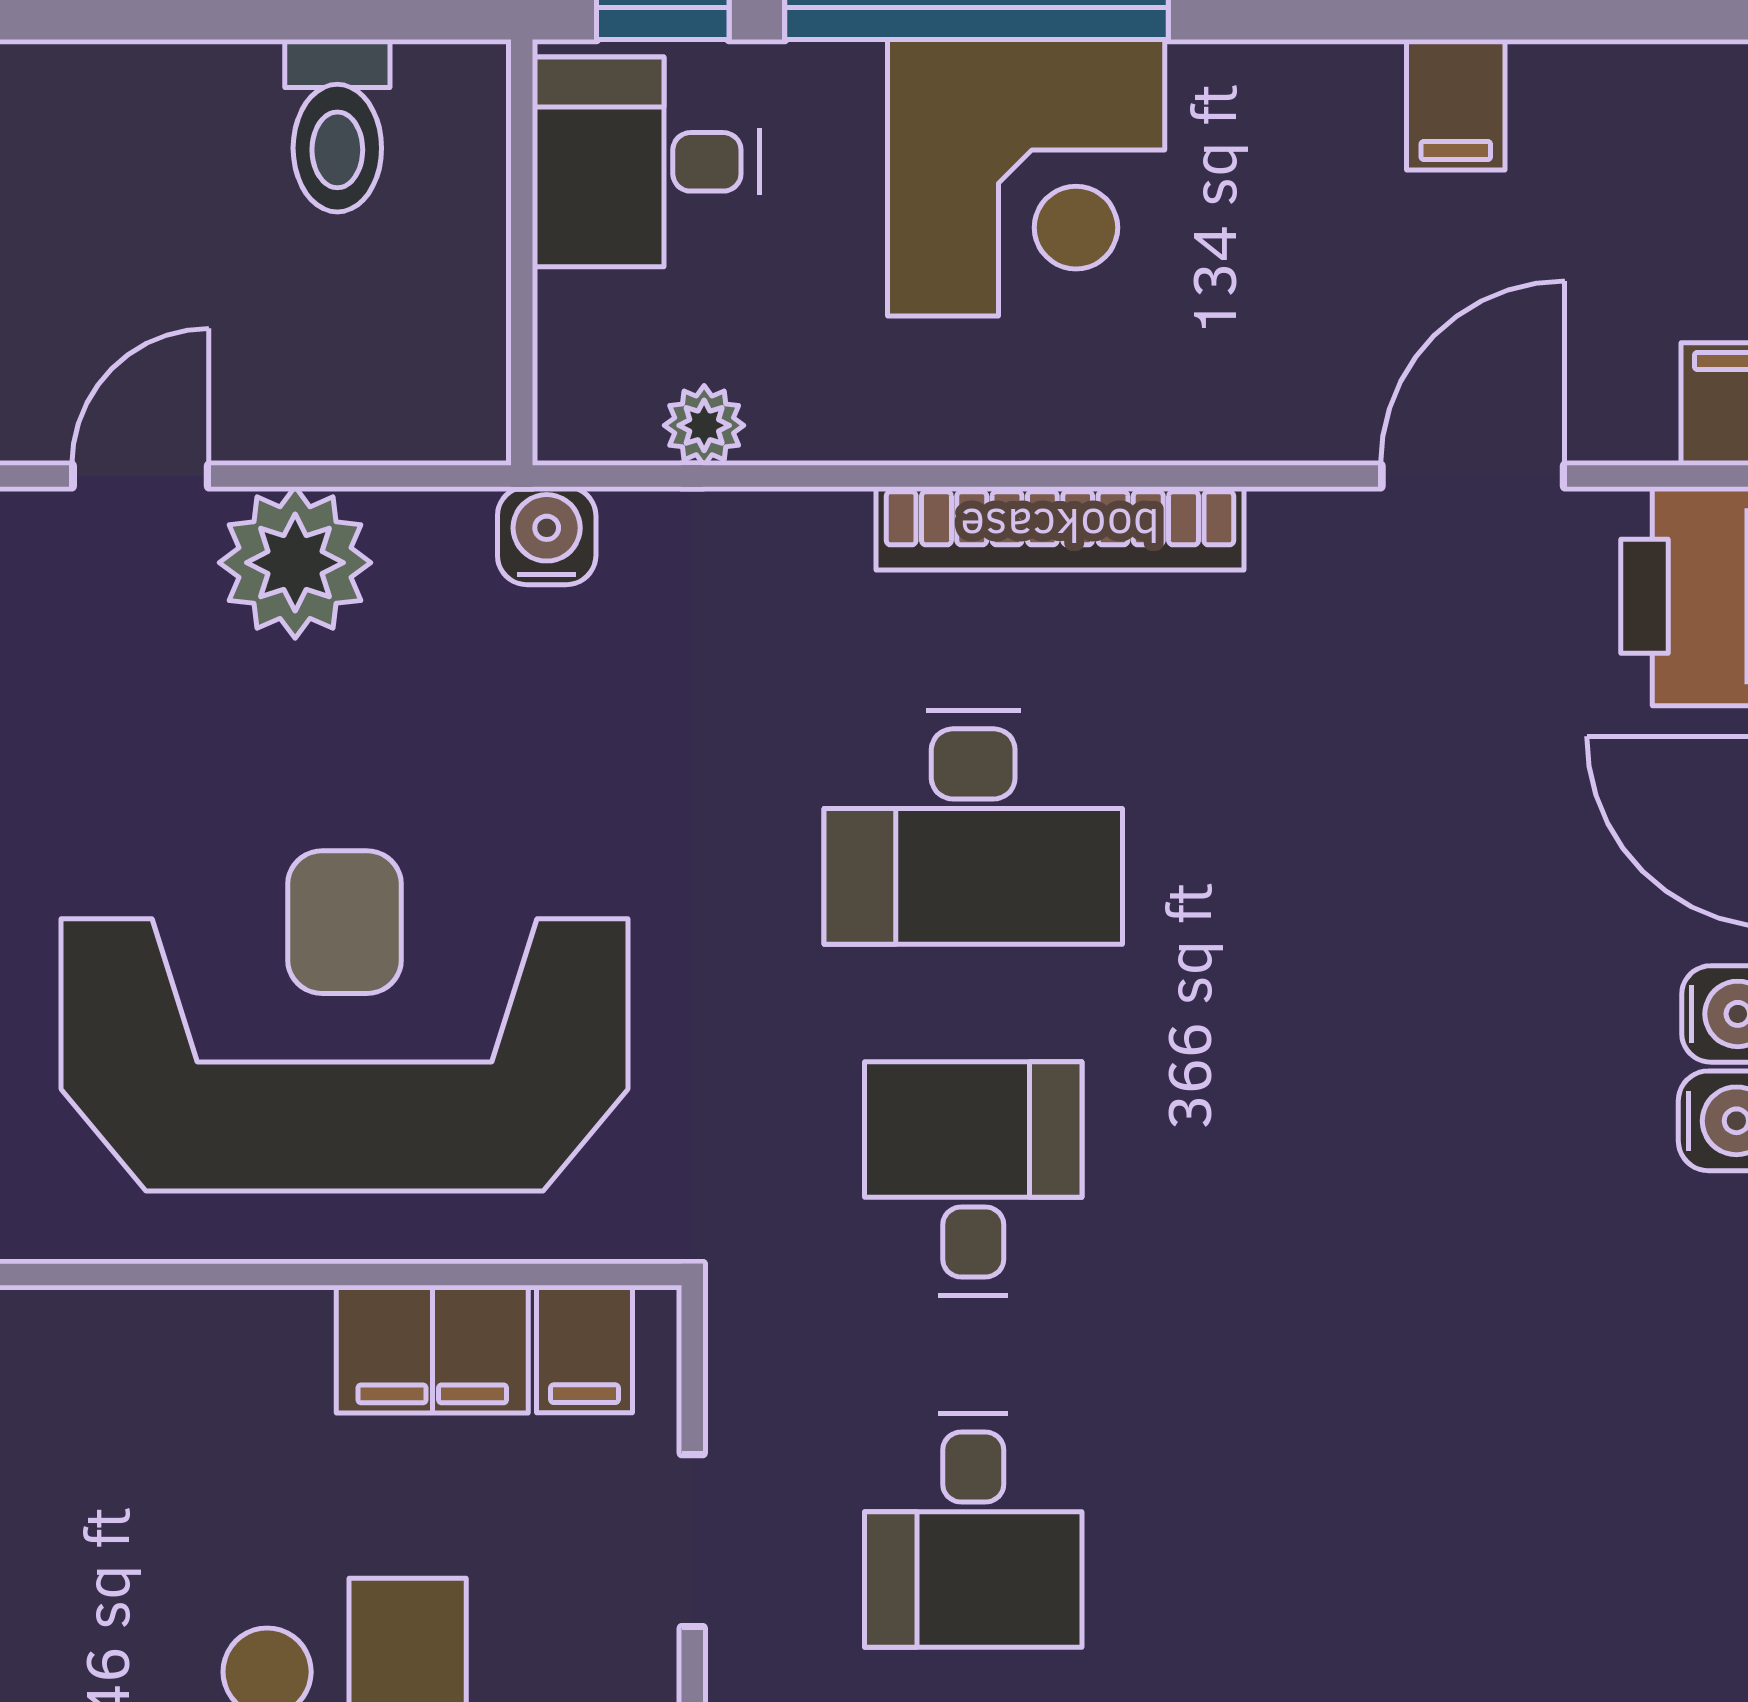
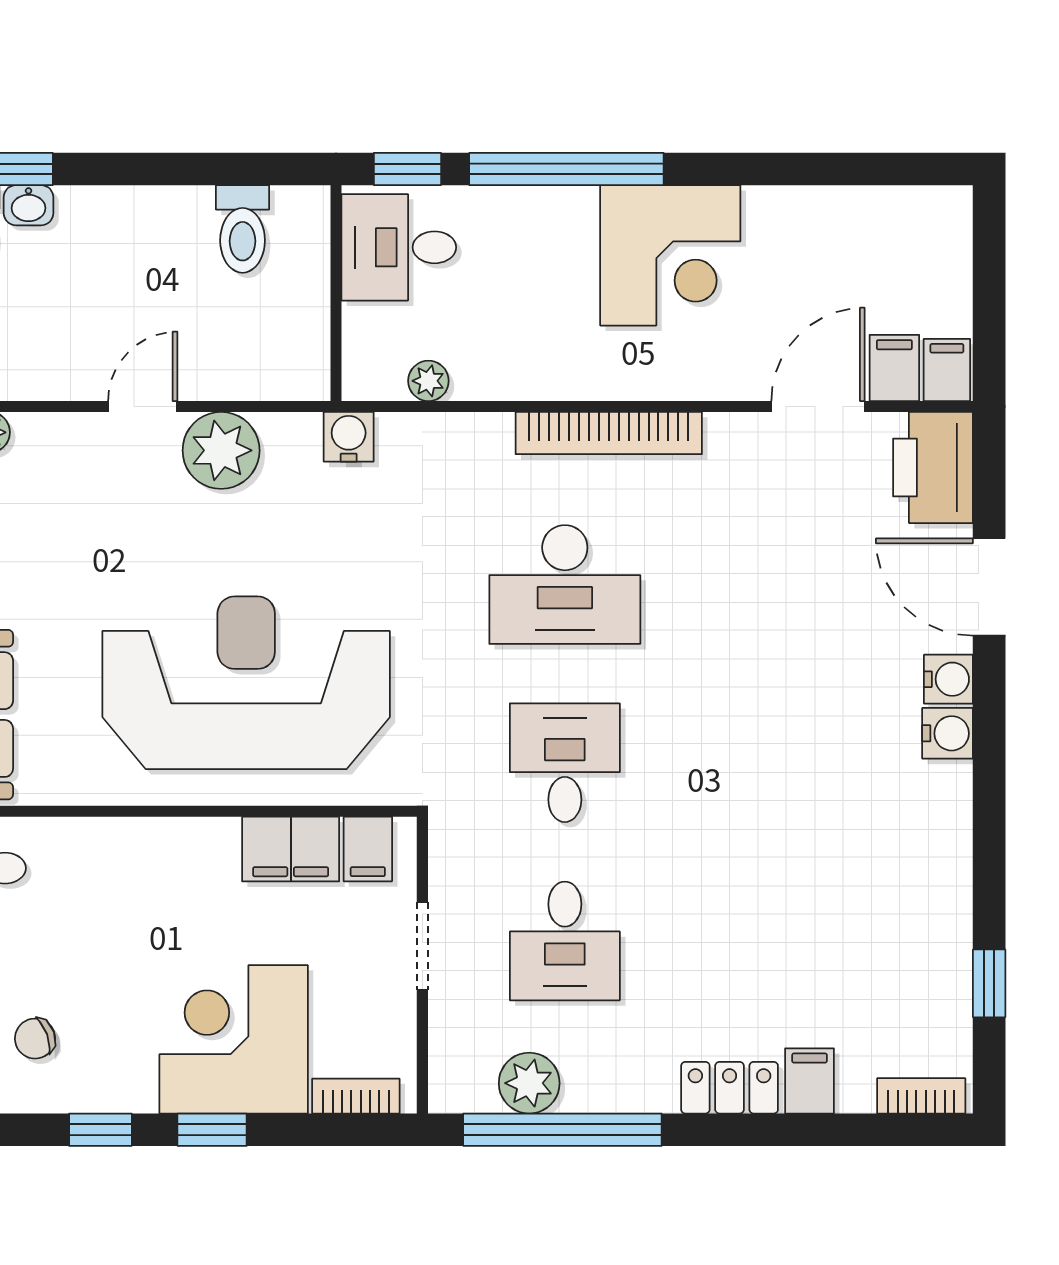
filing cabinet: (1456, 105) -> (894, 368), moved, turned 180
corner desk: (1026, 178) -> (670, 255), moved

